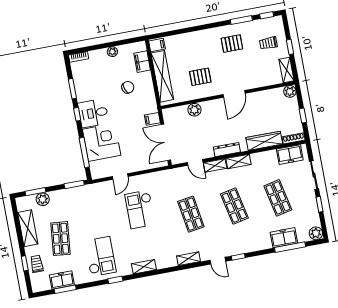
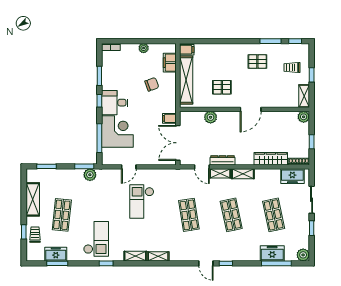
dresser: (227, 150) -> (223, 160), moved
plant: (43, 199) -> (90, 175), moved
shelving: (189, 259) -> (158, 256), moved

